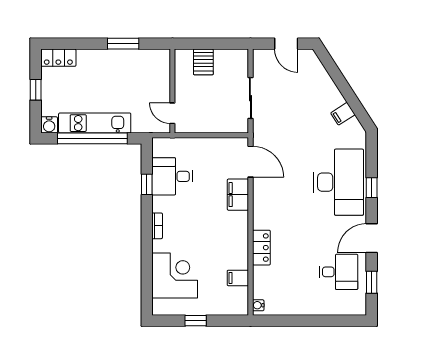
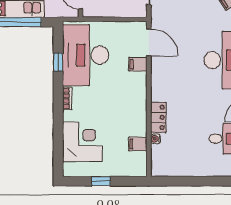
desk: (172, 176) -> (86, 55), width x1.87, depth x1.30
filing cabinet: (238, 195) -> (138, 64), width x0.50
water cooler: (258, 305) -> (156, 139), moved

